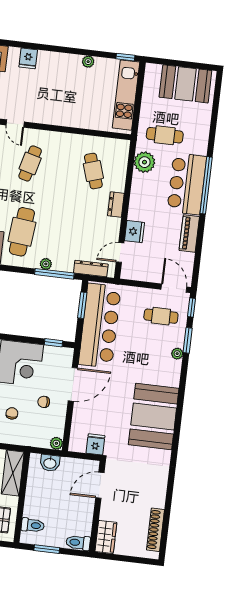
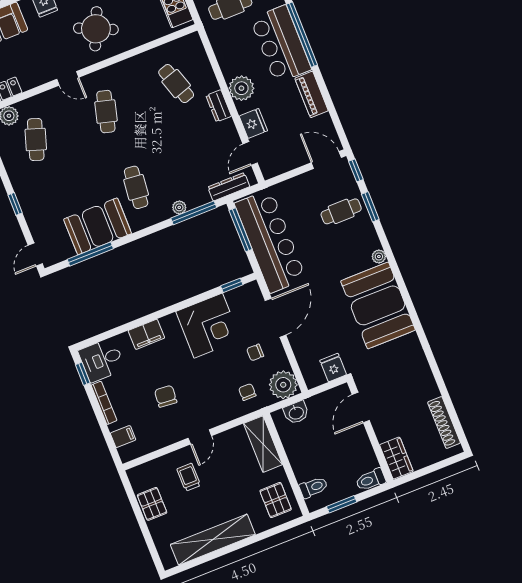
round table: (56, 98) -> (96, 29), added
plant: (144, 162) -> (241, 88), moved
cafe table: (22, 232) -> (136, 187), width x0.73, depth x0.74
window: (82, 305) -> (241, 230), width x1.44
cafe table: (161, 316) -> (341, 211), moved
plant: (177, 354) -> (379, 256), moved
chair: (12, 413) -> (247, 392), moved
plant: (56, 443) -> (283, 385), width x1.88, depth x1.88

